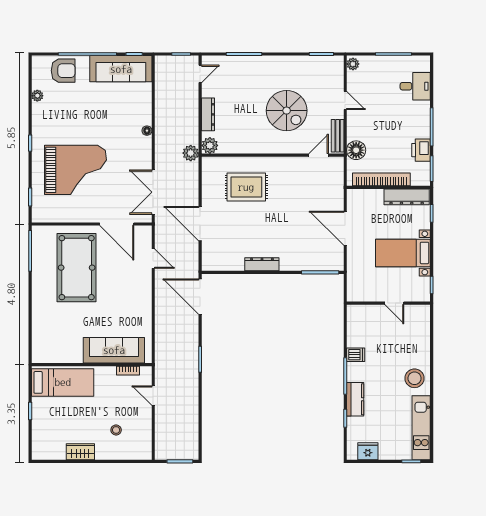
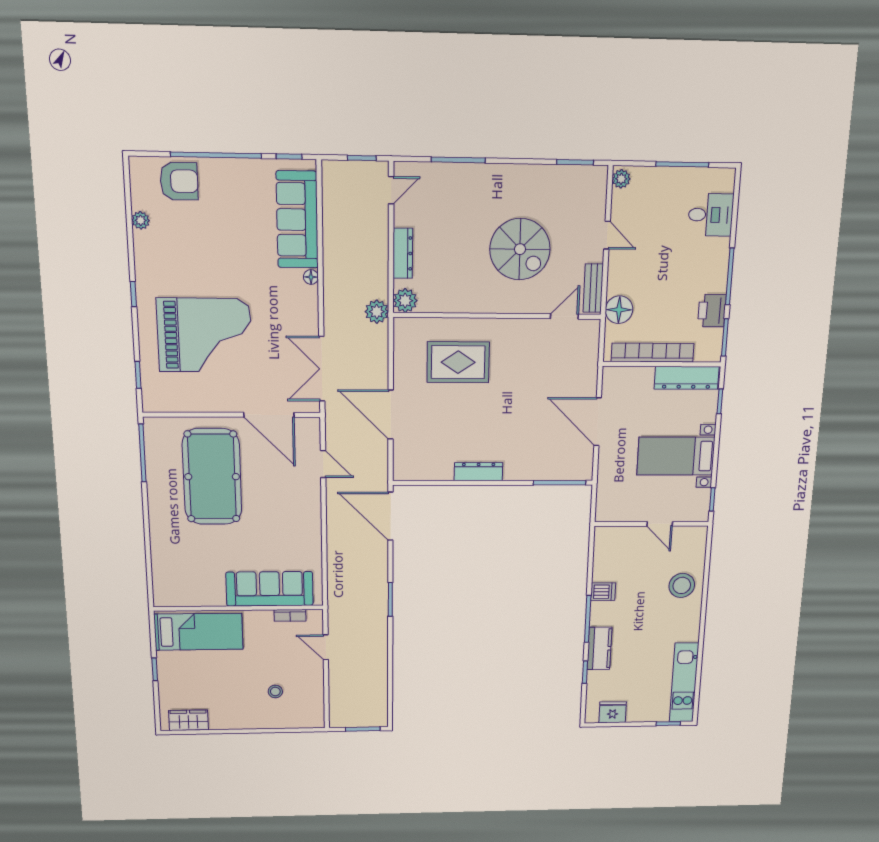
sofa: (121, 69) -> (297, 220), moved, turned 90
stool: (414, 378) -> (682, 585), moved
wardrobe: (80, 452) -> (188, 720), moved

